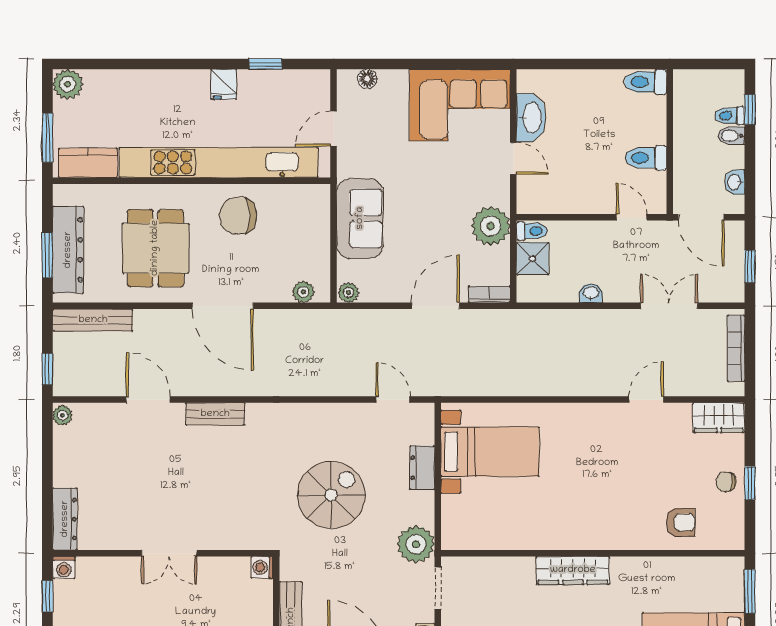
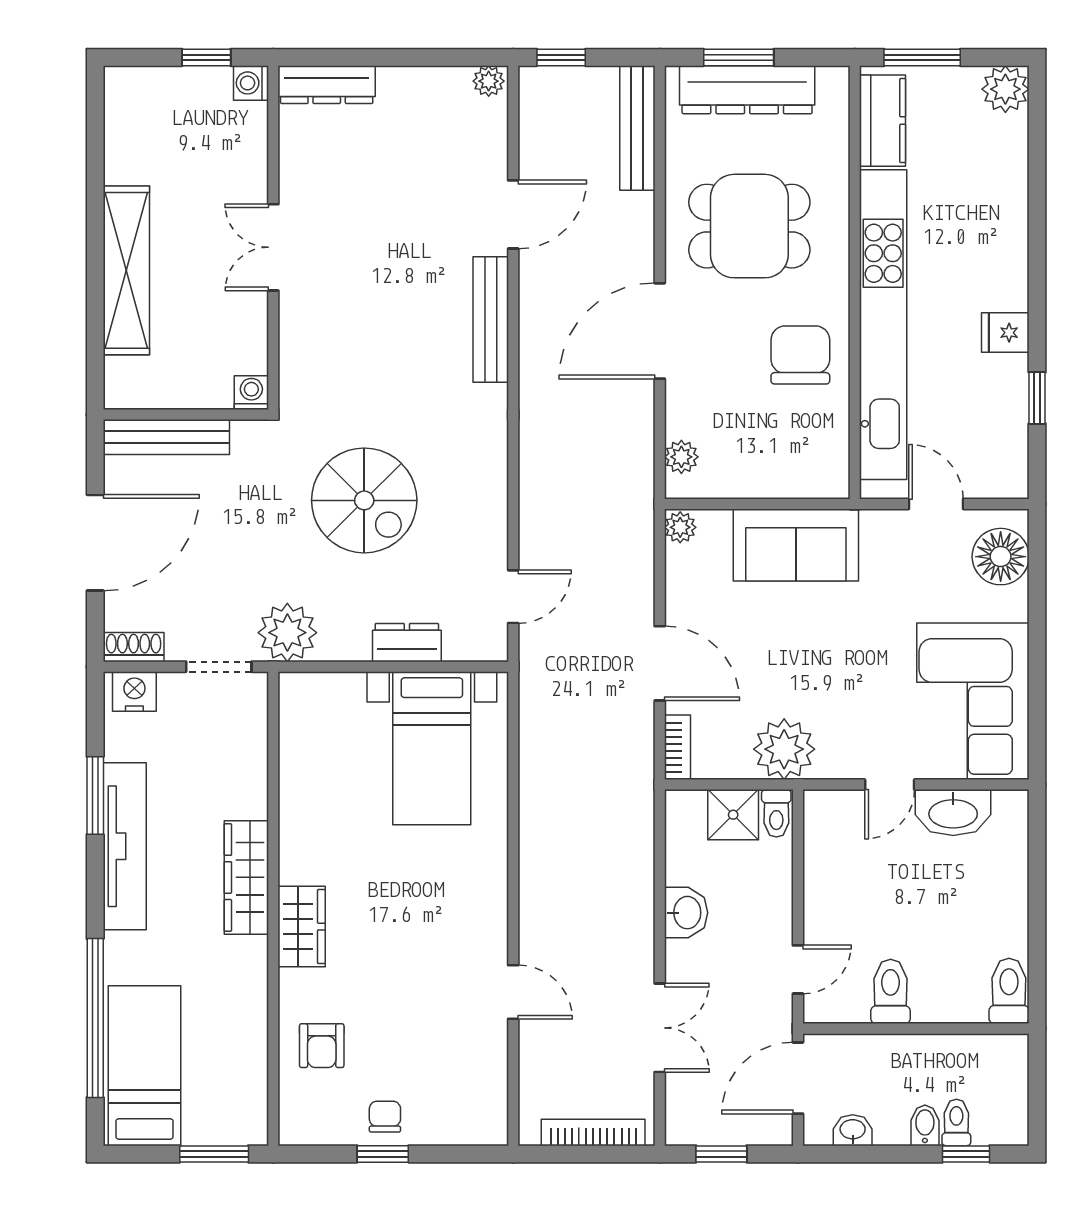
floor lamp: (367, 79) -> (1001, 557), width x1.89, depth x1.89
washbasin: (591, 293) -> (686, 913), width x1.38, depth x1.45
bench: (215, 414) -> (491, 319), width x1.36
wardrobe: (719, 418) -> (302, 927), moved, turned 180

